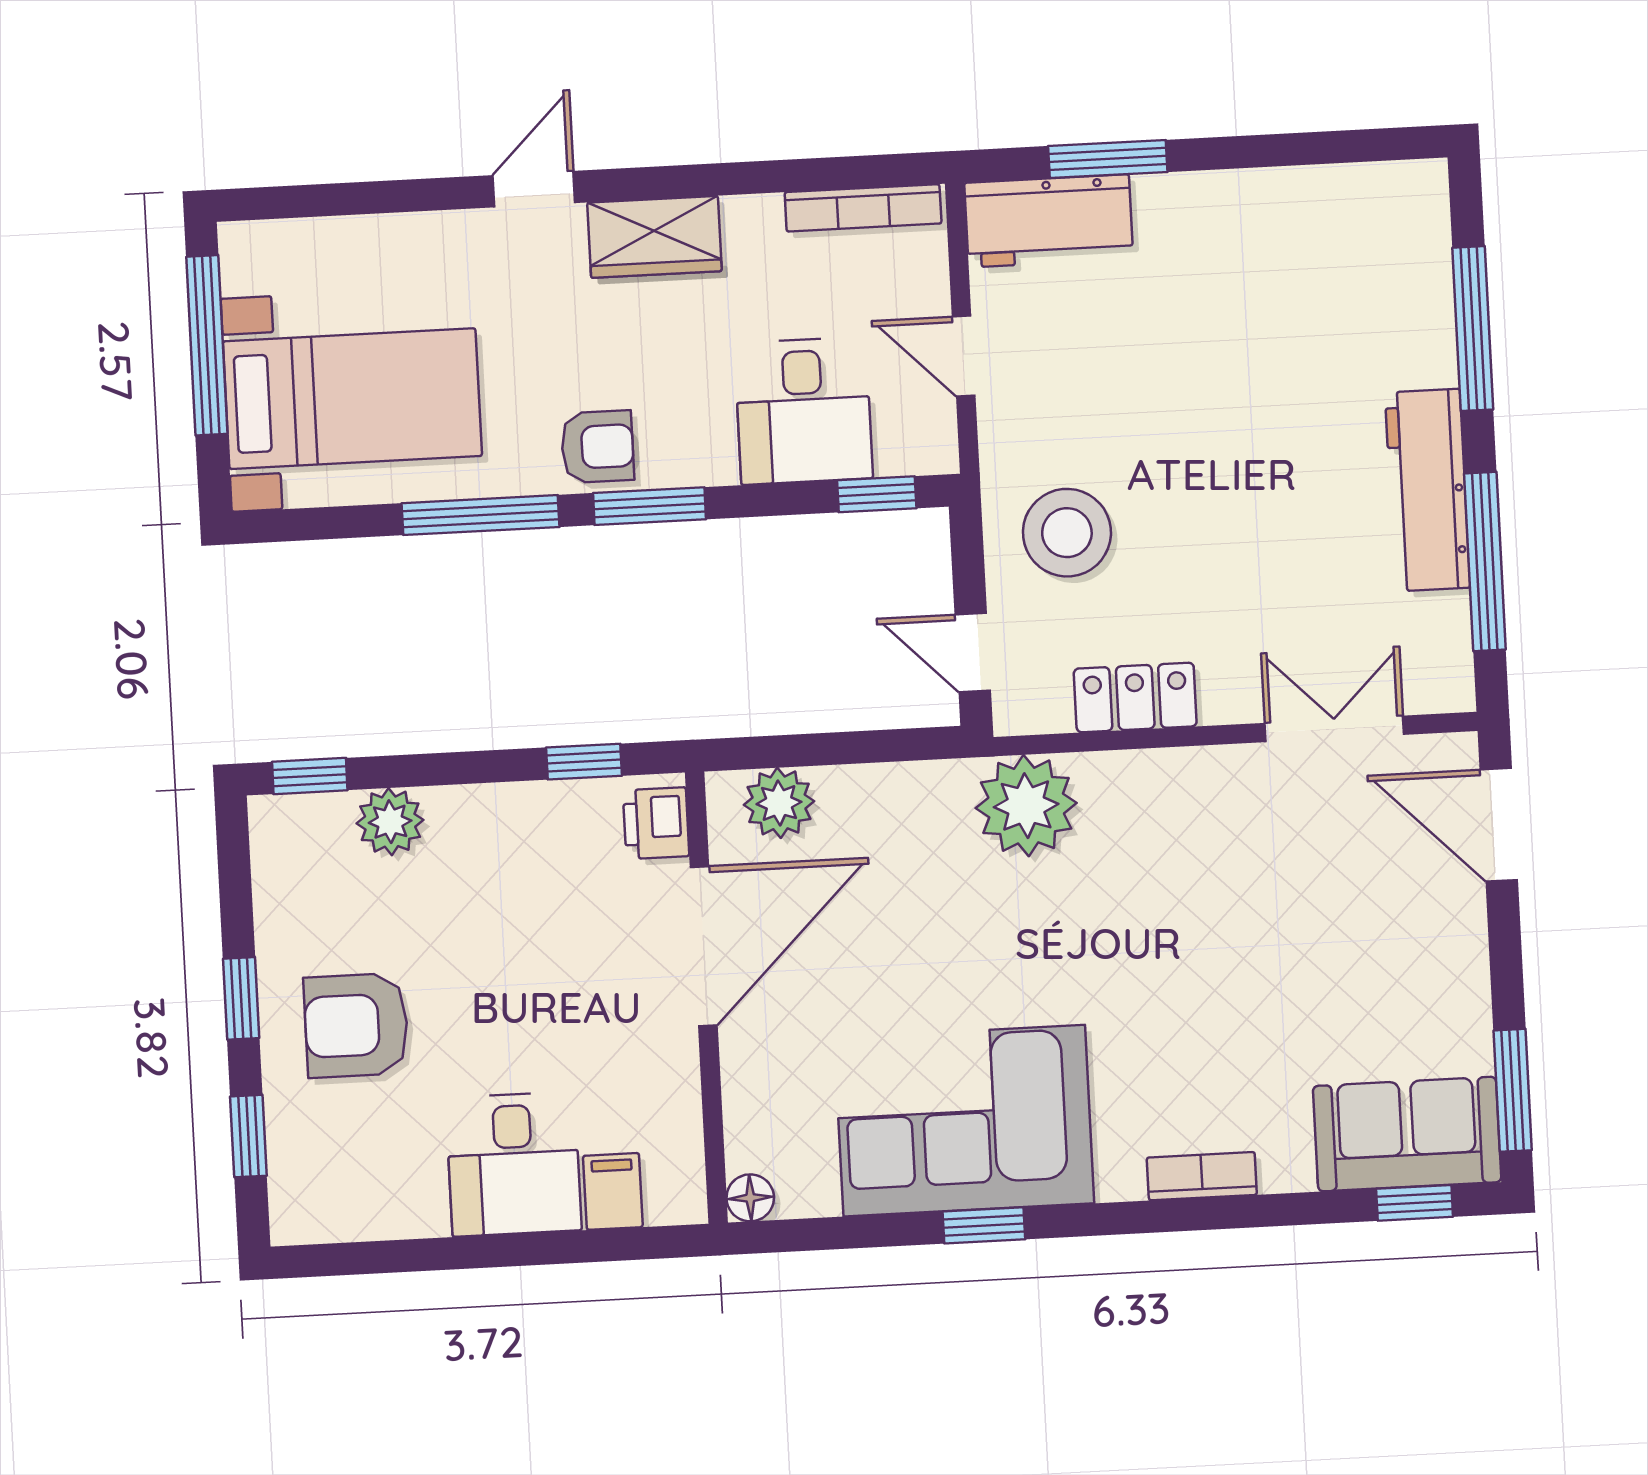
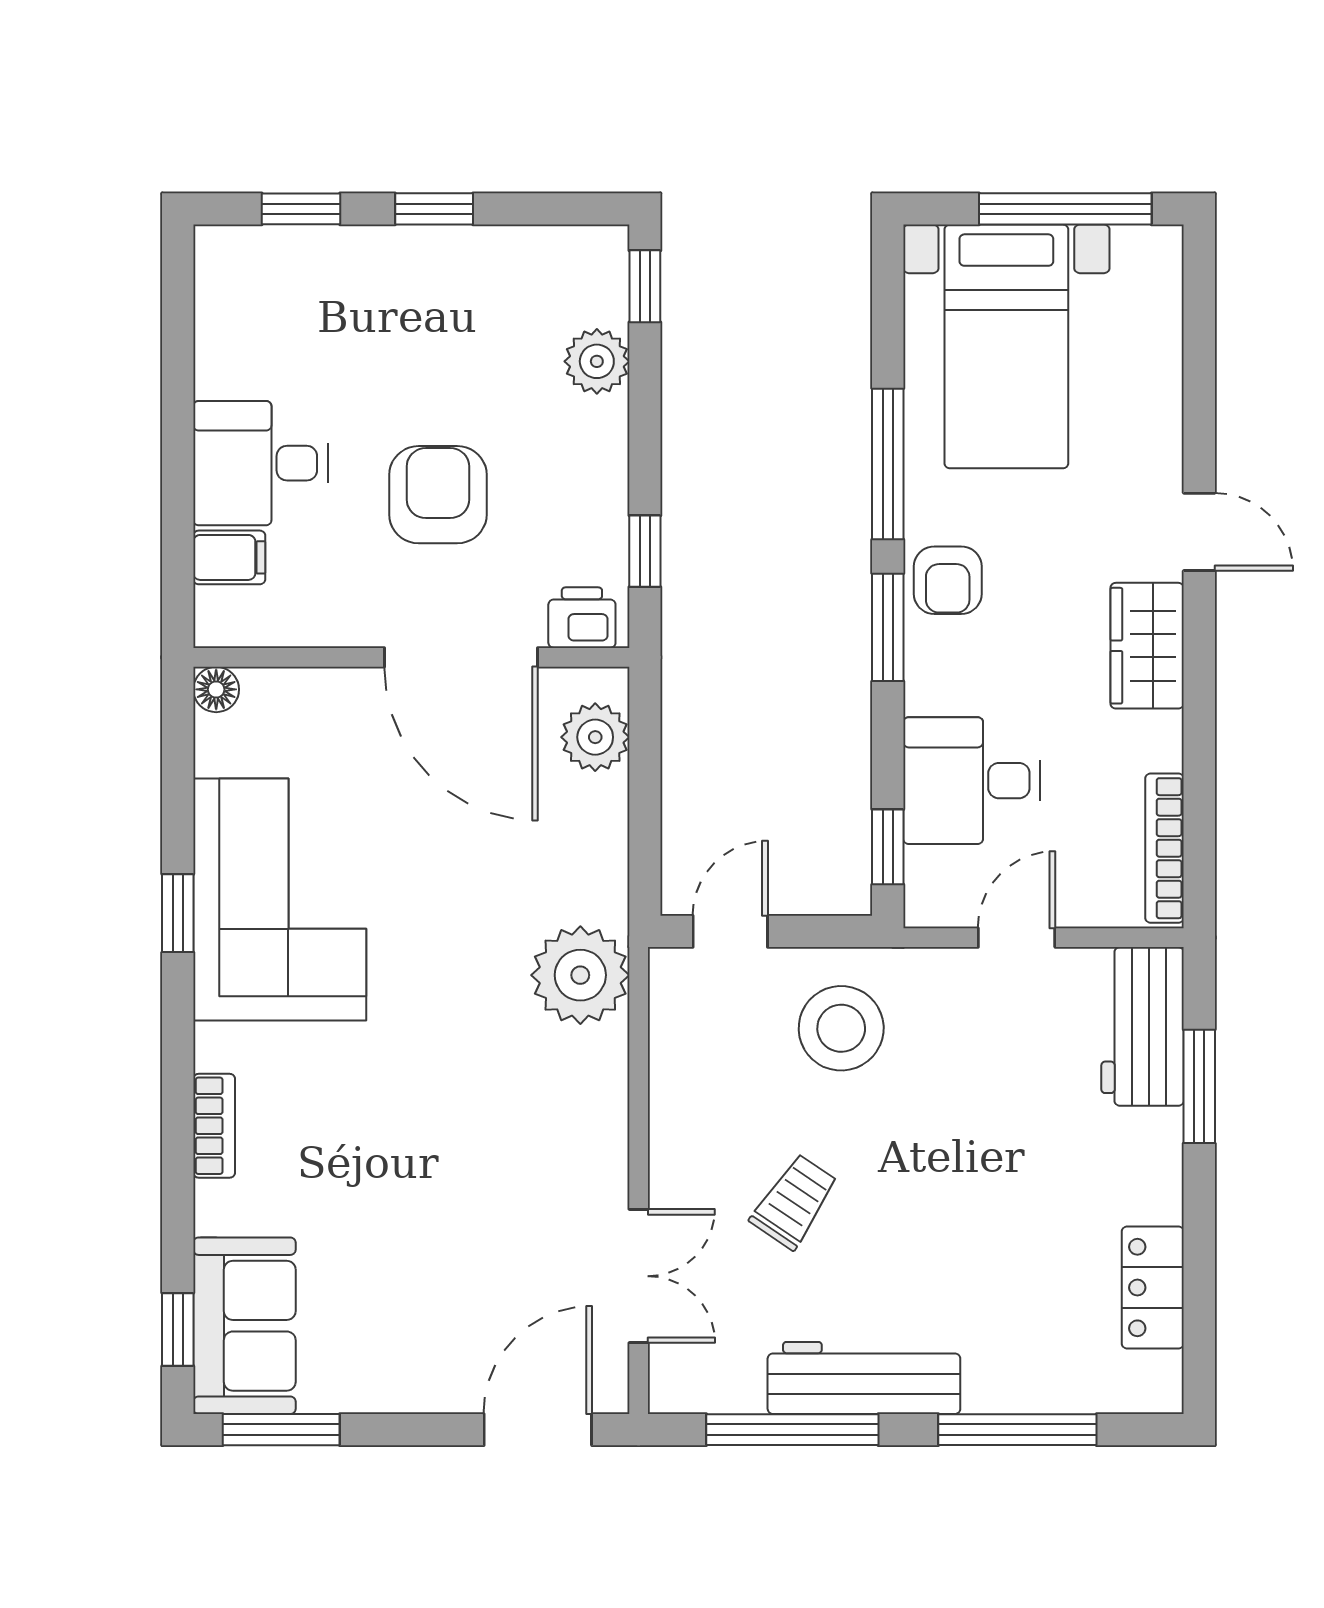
trolley: (1249, 572) -> (794, 1202), added
locker: (1135, 697) -> (1153, 1288), moved, turned 180
armchair: (356, 1025) -> (438, 495), moved

